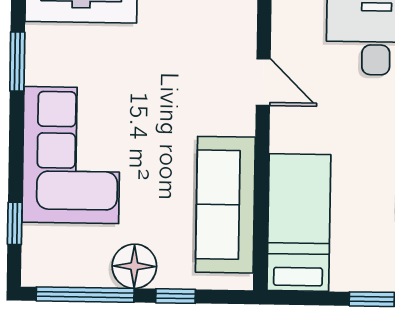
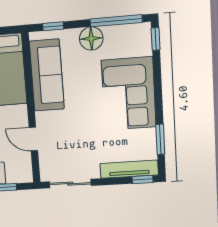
window: (15, 223) -> (156, 39), moved
window: (175, 296) -> (53, 26), moved

